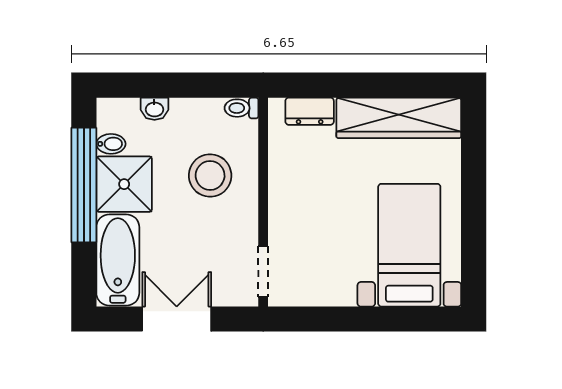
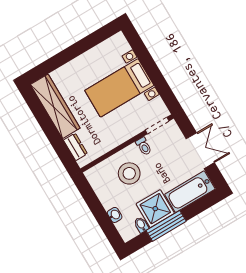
toilet: (242, 108) -> (144, 146), moved
window: (84, 185) -> (166, 226), width x0.68
bed with nightstands: (409, 245) -> (119, 88), moved
double door: (177, 319) -> (200, 151), swing flipped

